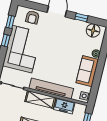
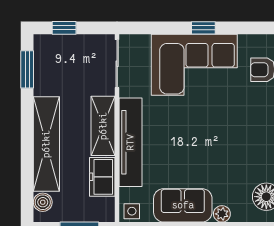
window: (10, 22) -> (243, 28), removed

